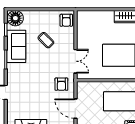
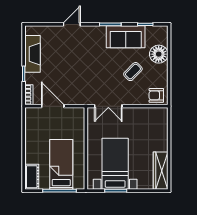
floor lamp: (15, 18) -> (159, 54), moved
armchair: (61, 84) -> (81, 90), removed
door: (75, 109) -> (53, 106), hinge flipped

